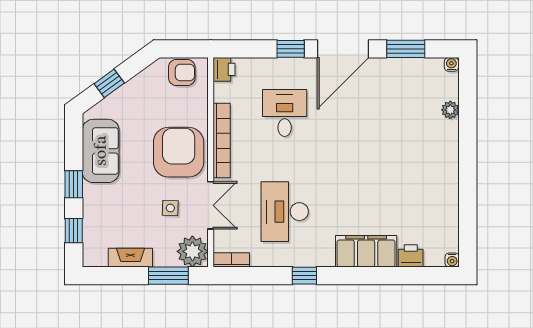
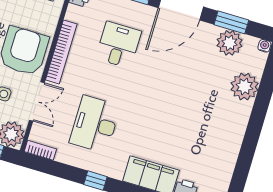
plant: (411, 73) -> (229, 43), added
plant: (450, 110) -> (244, 87), width x1.88, depth x1.88

